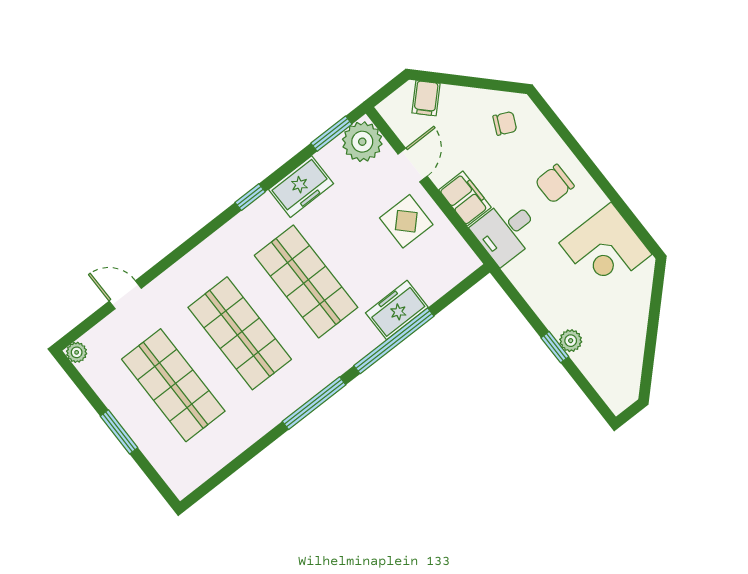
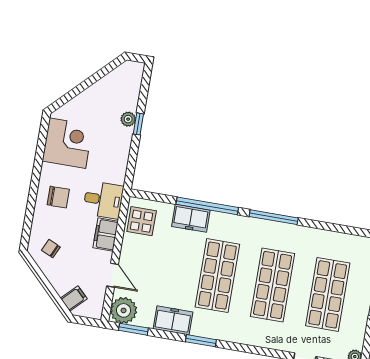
door: (413, 165) -> (113, 275), swing flipped
window: (250, 197) -> (201, 341), width x1.50
display table: (406, 221) -> (142, 221), moved

